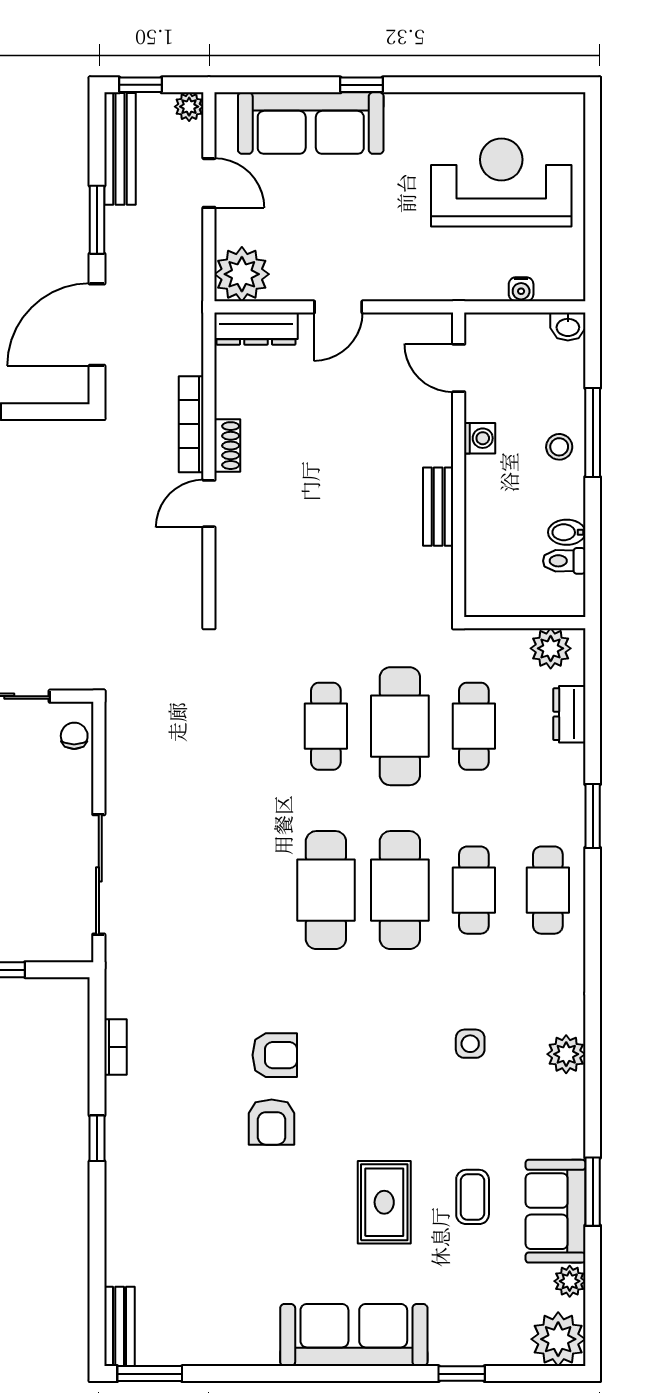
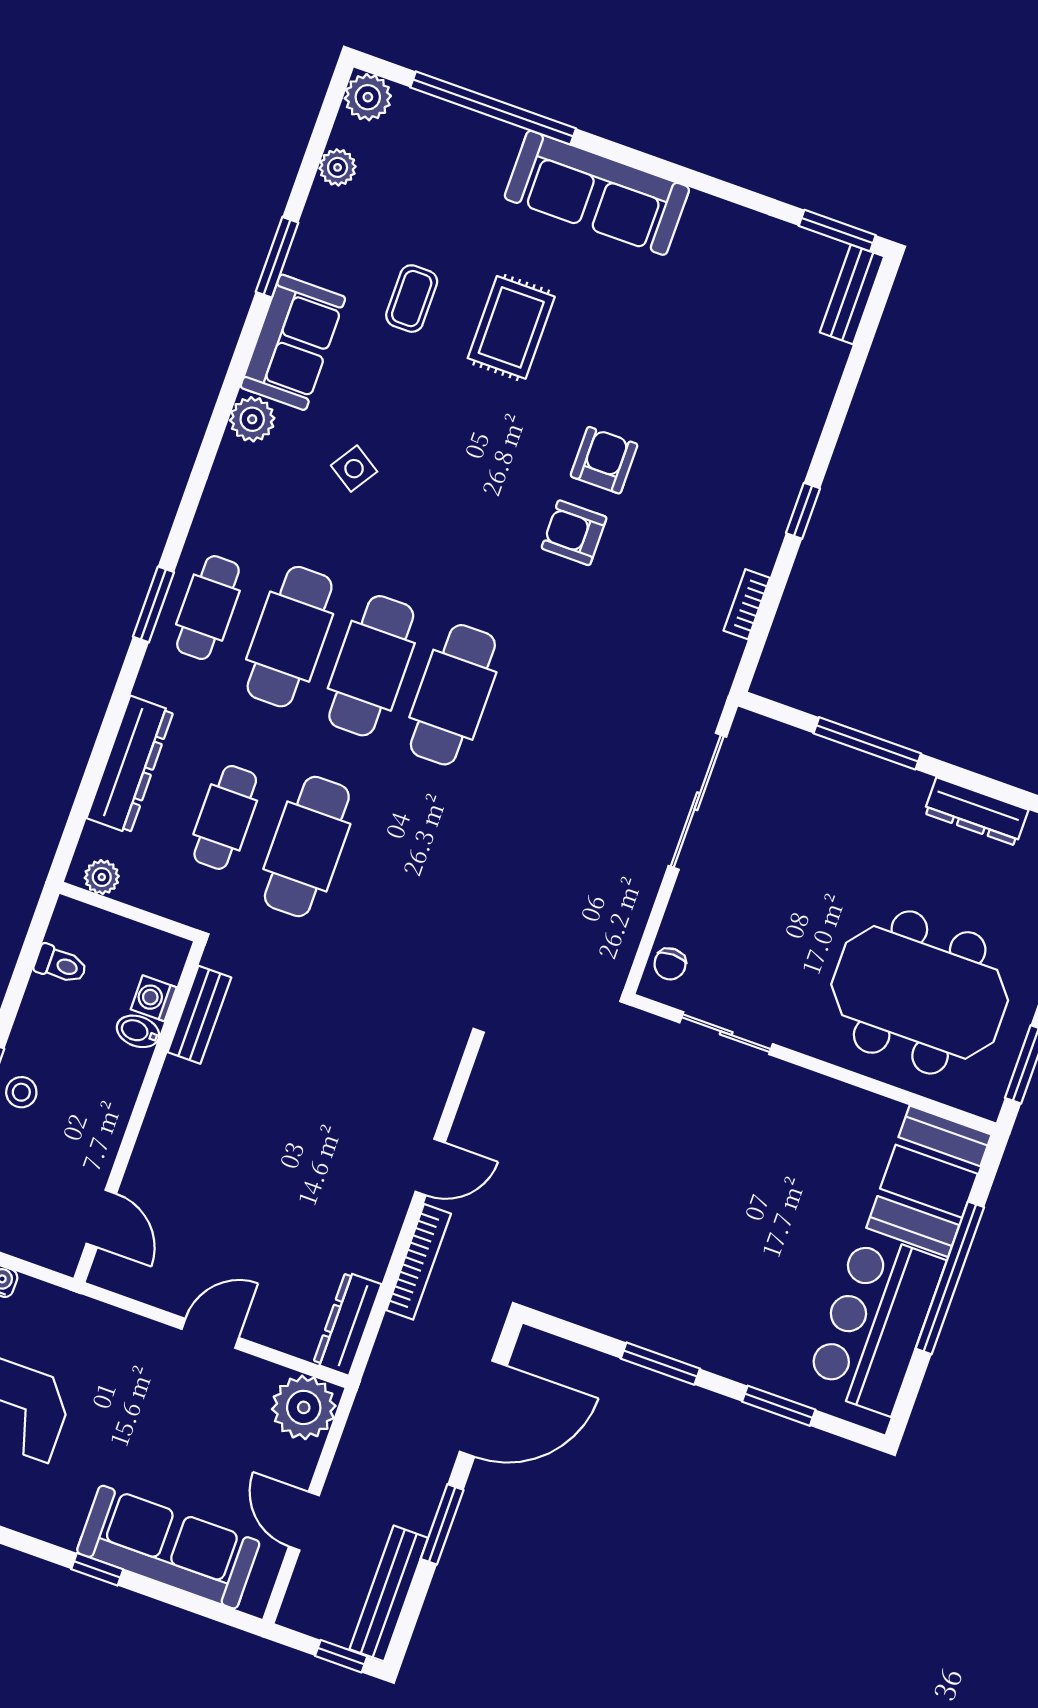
plant: (189, 107) -> (296, 1613), removed
dresser: (256, 329) -> (347, 1324), moved, turned -90
washing machine: (480, 438) -> (154, 998), moved
shoe rack: (227, 446) -> (387, 1224), removed
bench: (438, 507) -> (199, 1015), moved
bidet: (567, 532) -> (138, 1031), moved, turned 180
plant: (551, 648) -> (102, 877), width x0.73, depth x0.73
dresser: (569, 714) -> (130, 765), width x1.96, depth x1.24
cafe table: (326, 726) -> (388, 876), removed
window: (593, 816) -> (153, 604), moved
cafe table: (474, 890) -> (290, 637), width x1.37, depth x1.35
side table: (470, 1044) -> (354, 469), turned 33
sofa: (556, 1211) -> (293, 342), moved
plant: (558, 1339) -> (368, 97), width x0.73, depth x0.73
window: (462, 1374) -> (493, 108), width x3.17

